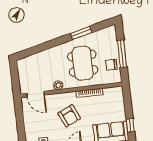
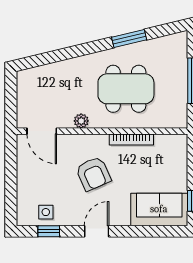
dining table: (83, 63) -> (126, 89), turned 90
chair: (111, 65) -> (173, 97), removed

